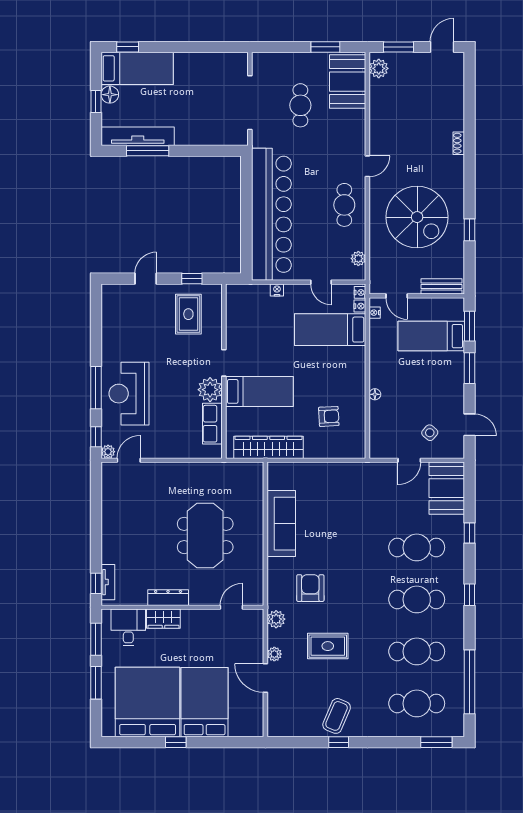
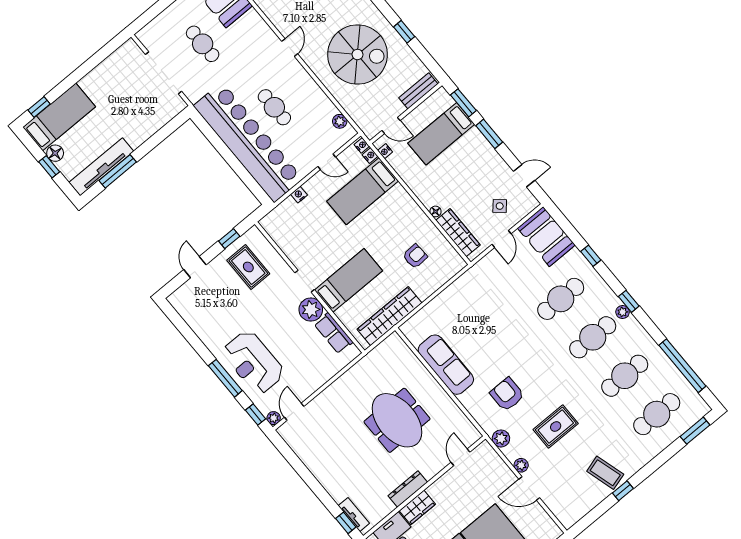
cafe table: (344, 205) -> (274, 107), moved
wardrobe: (379, 426) -> (458, 233), added
plant: (457, 599) -> (623, 312), added
coffee table: (337, 716) -> (605, 473), turned -39

